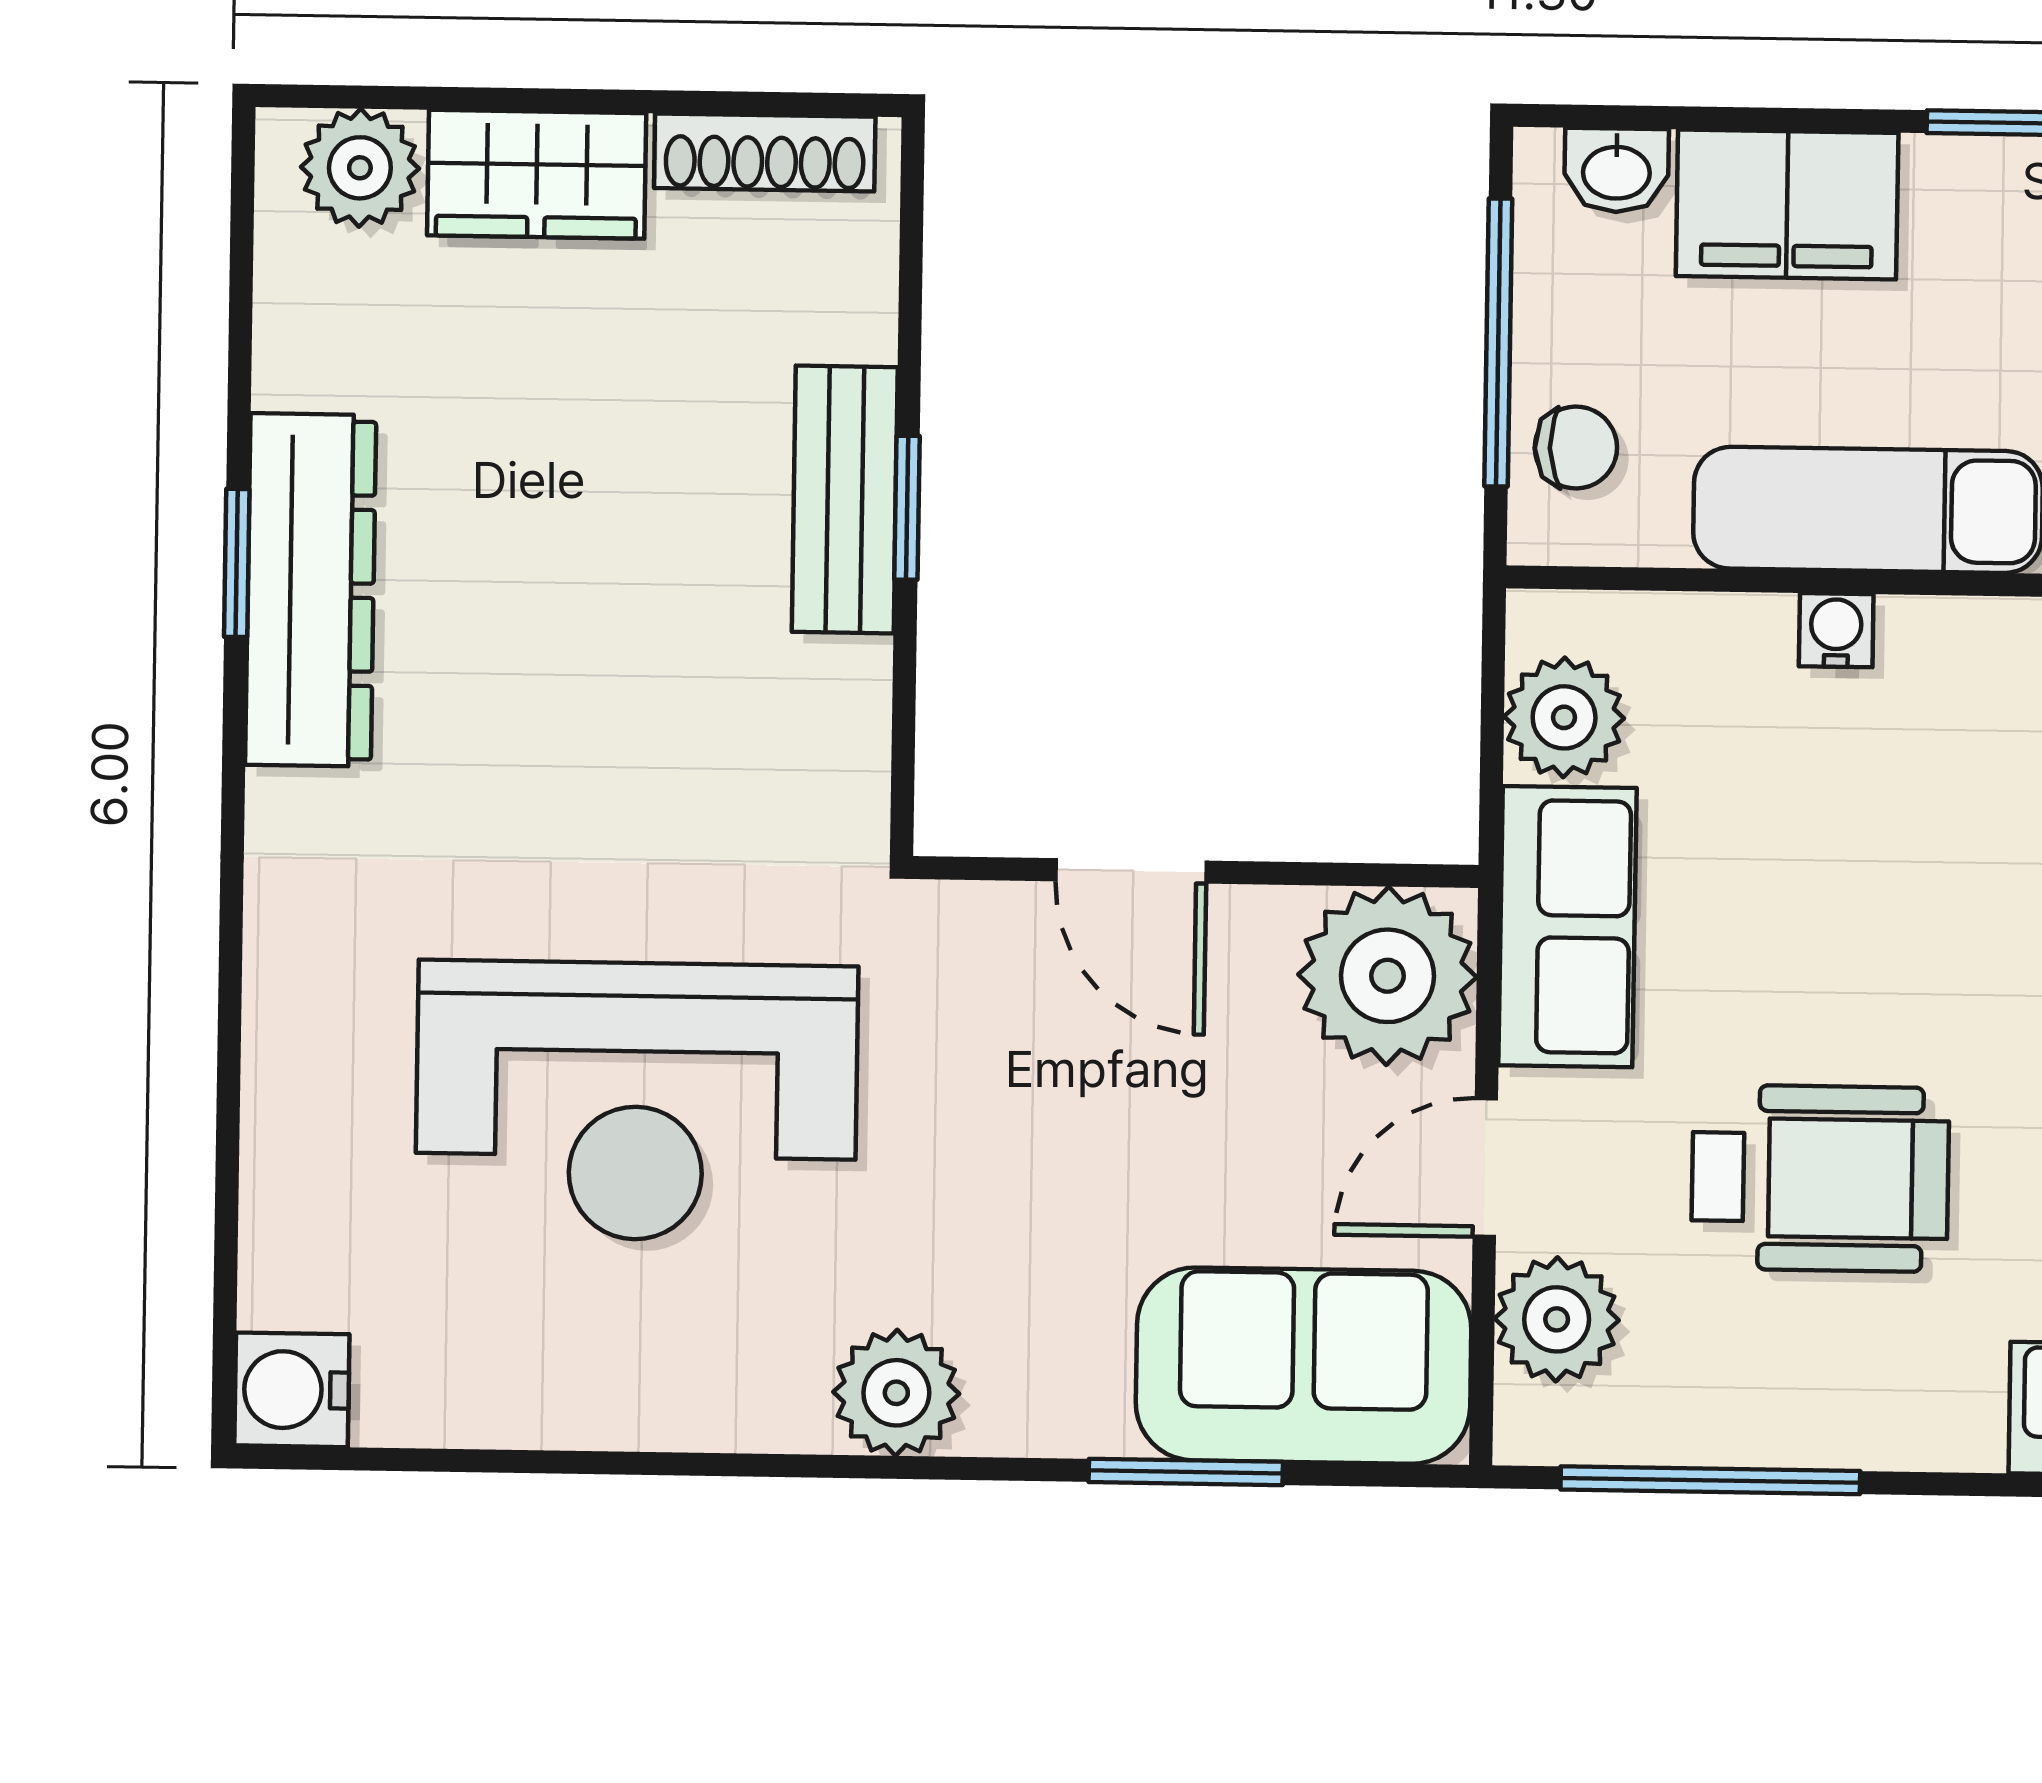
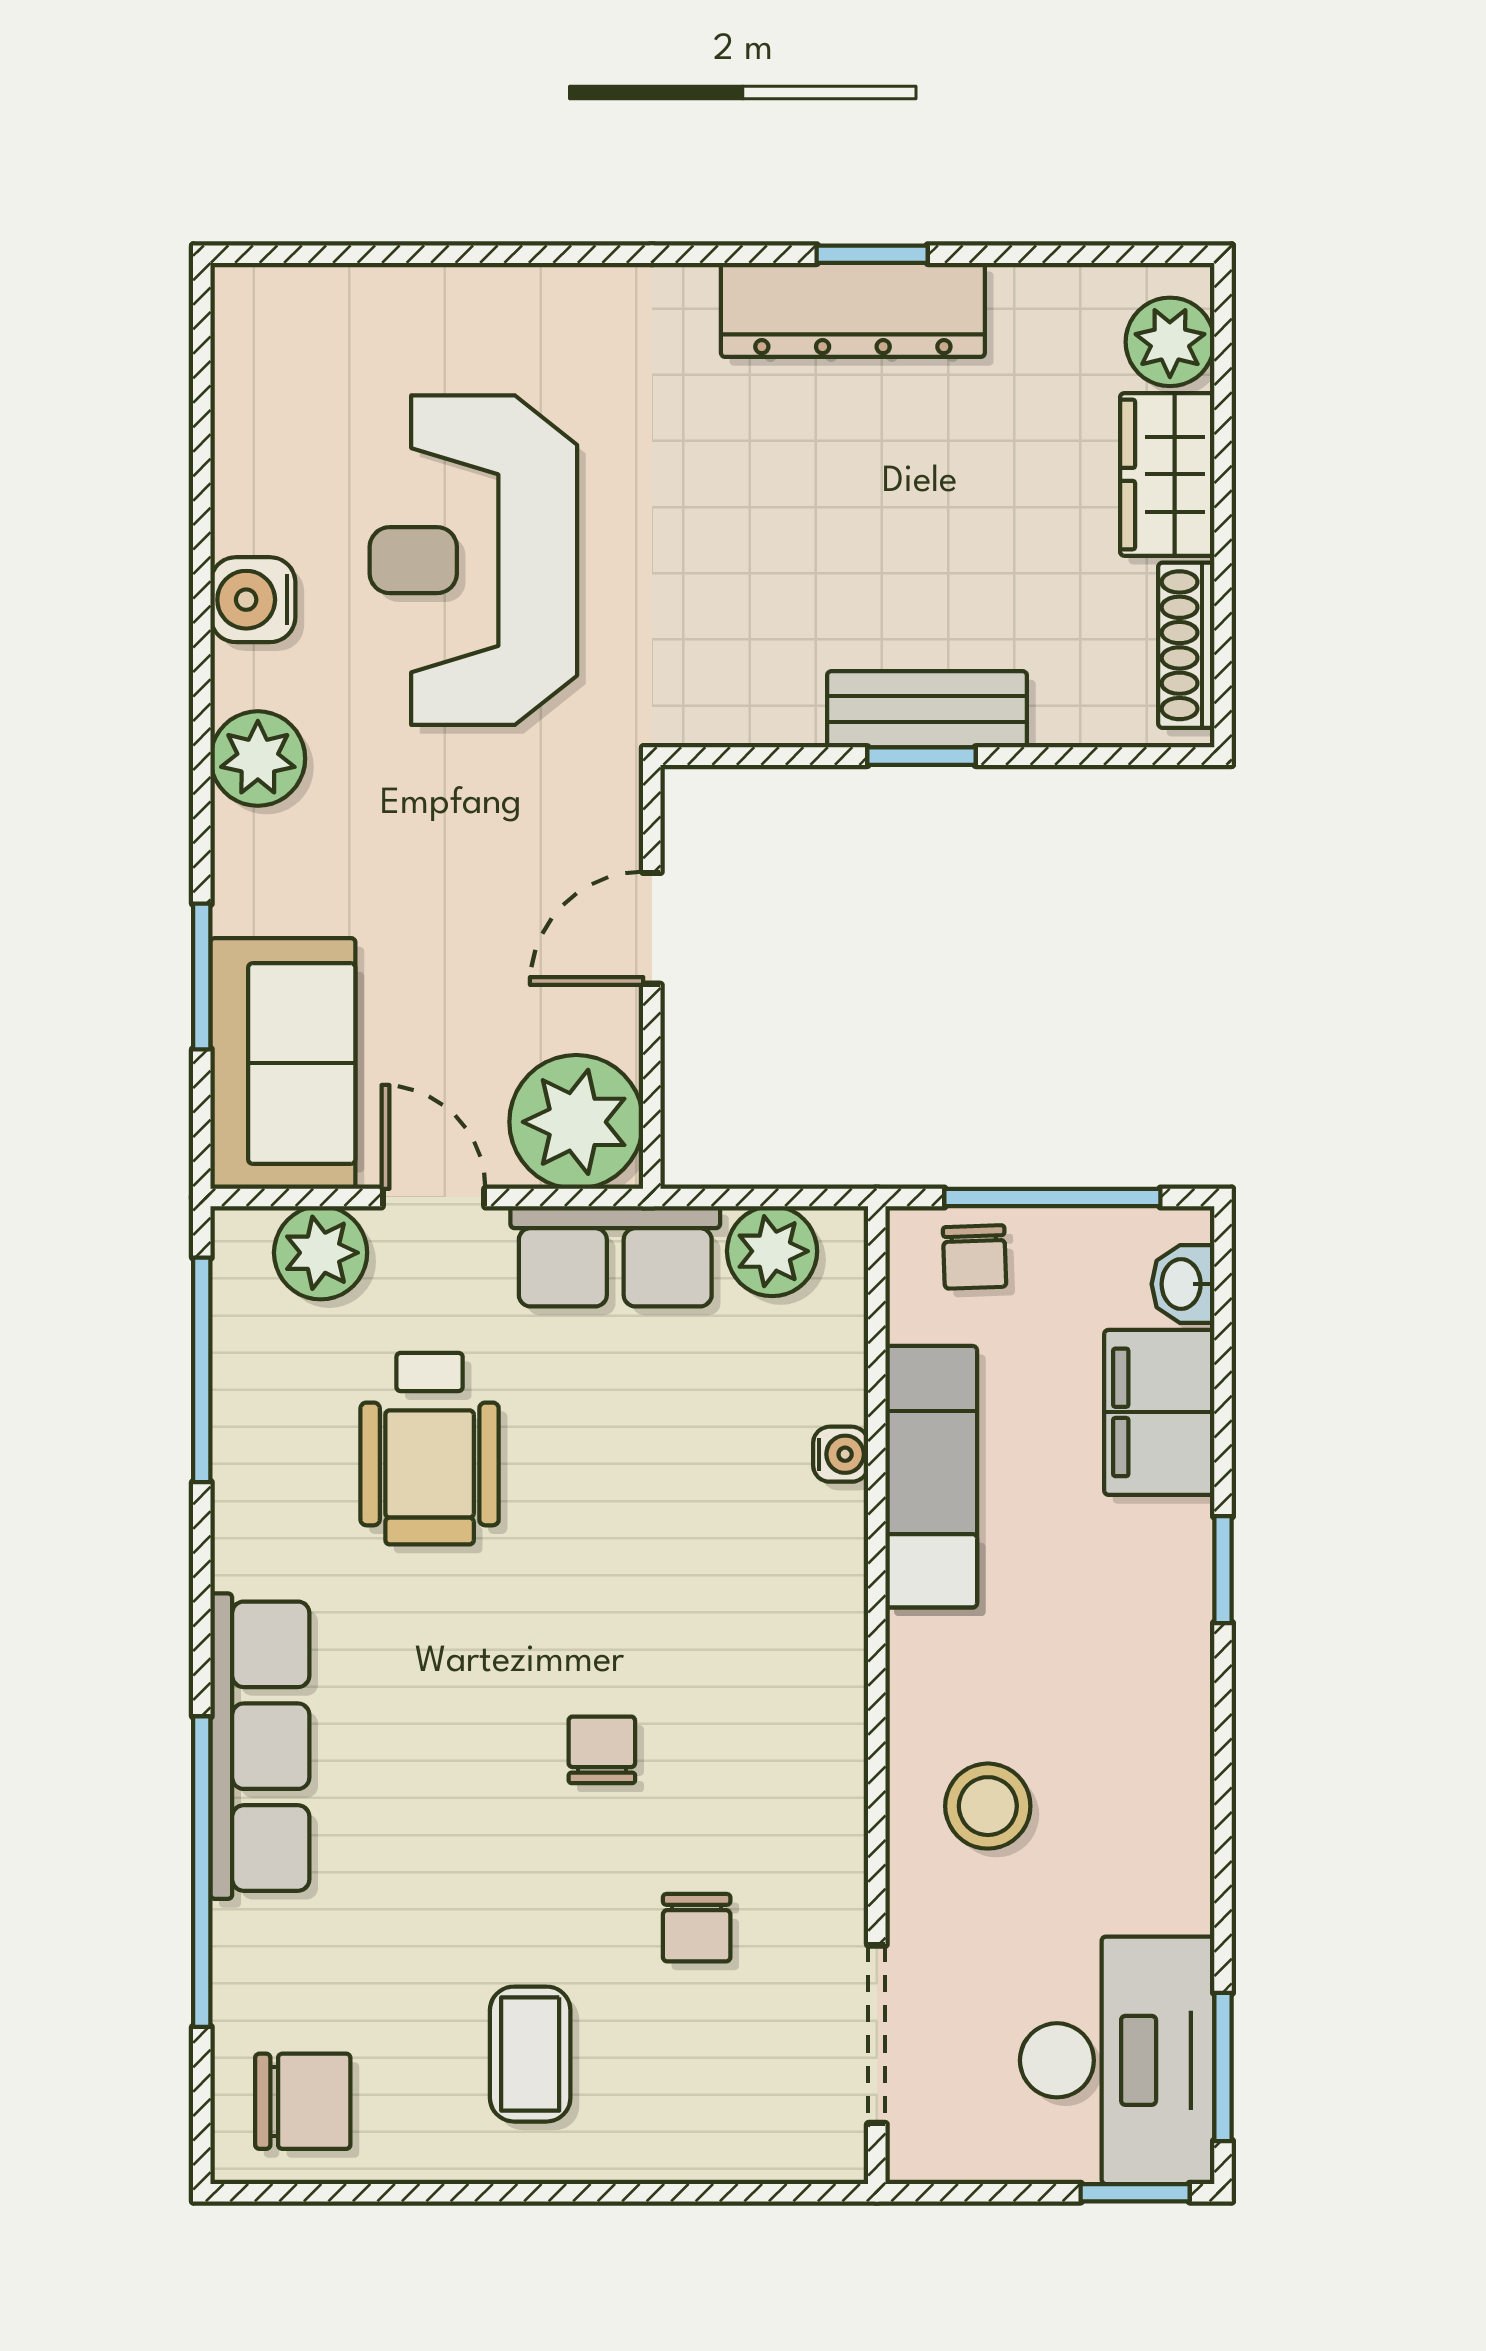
water cooler: (292, 1390) -> (253, 600), moved, turned -90

